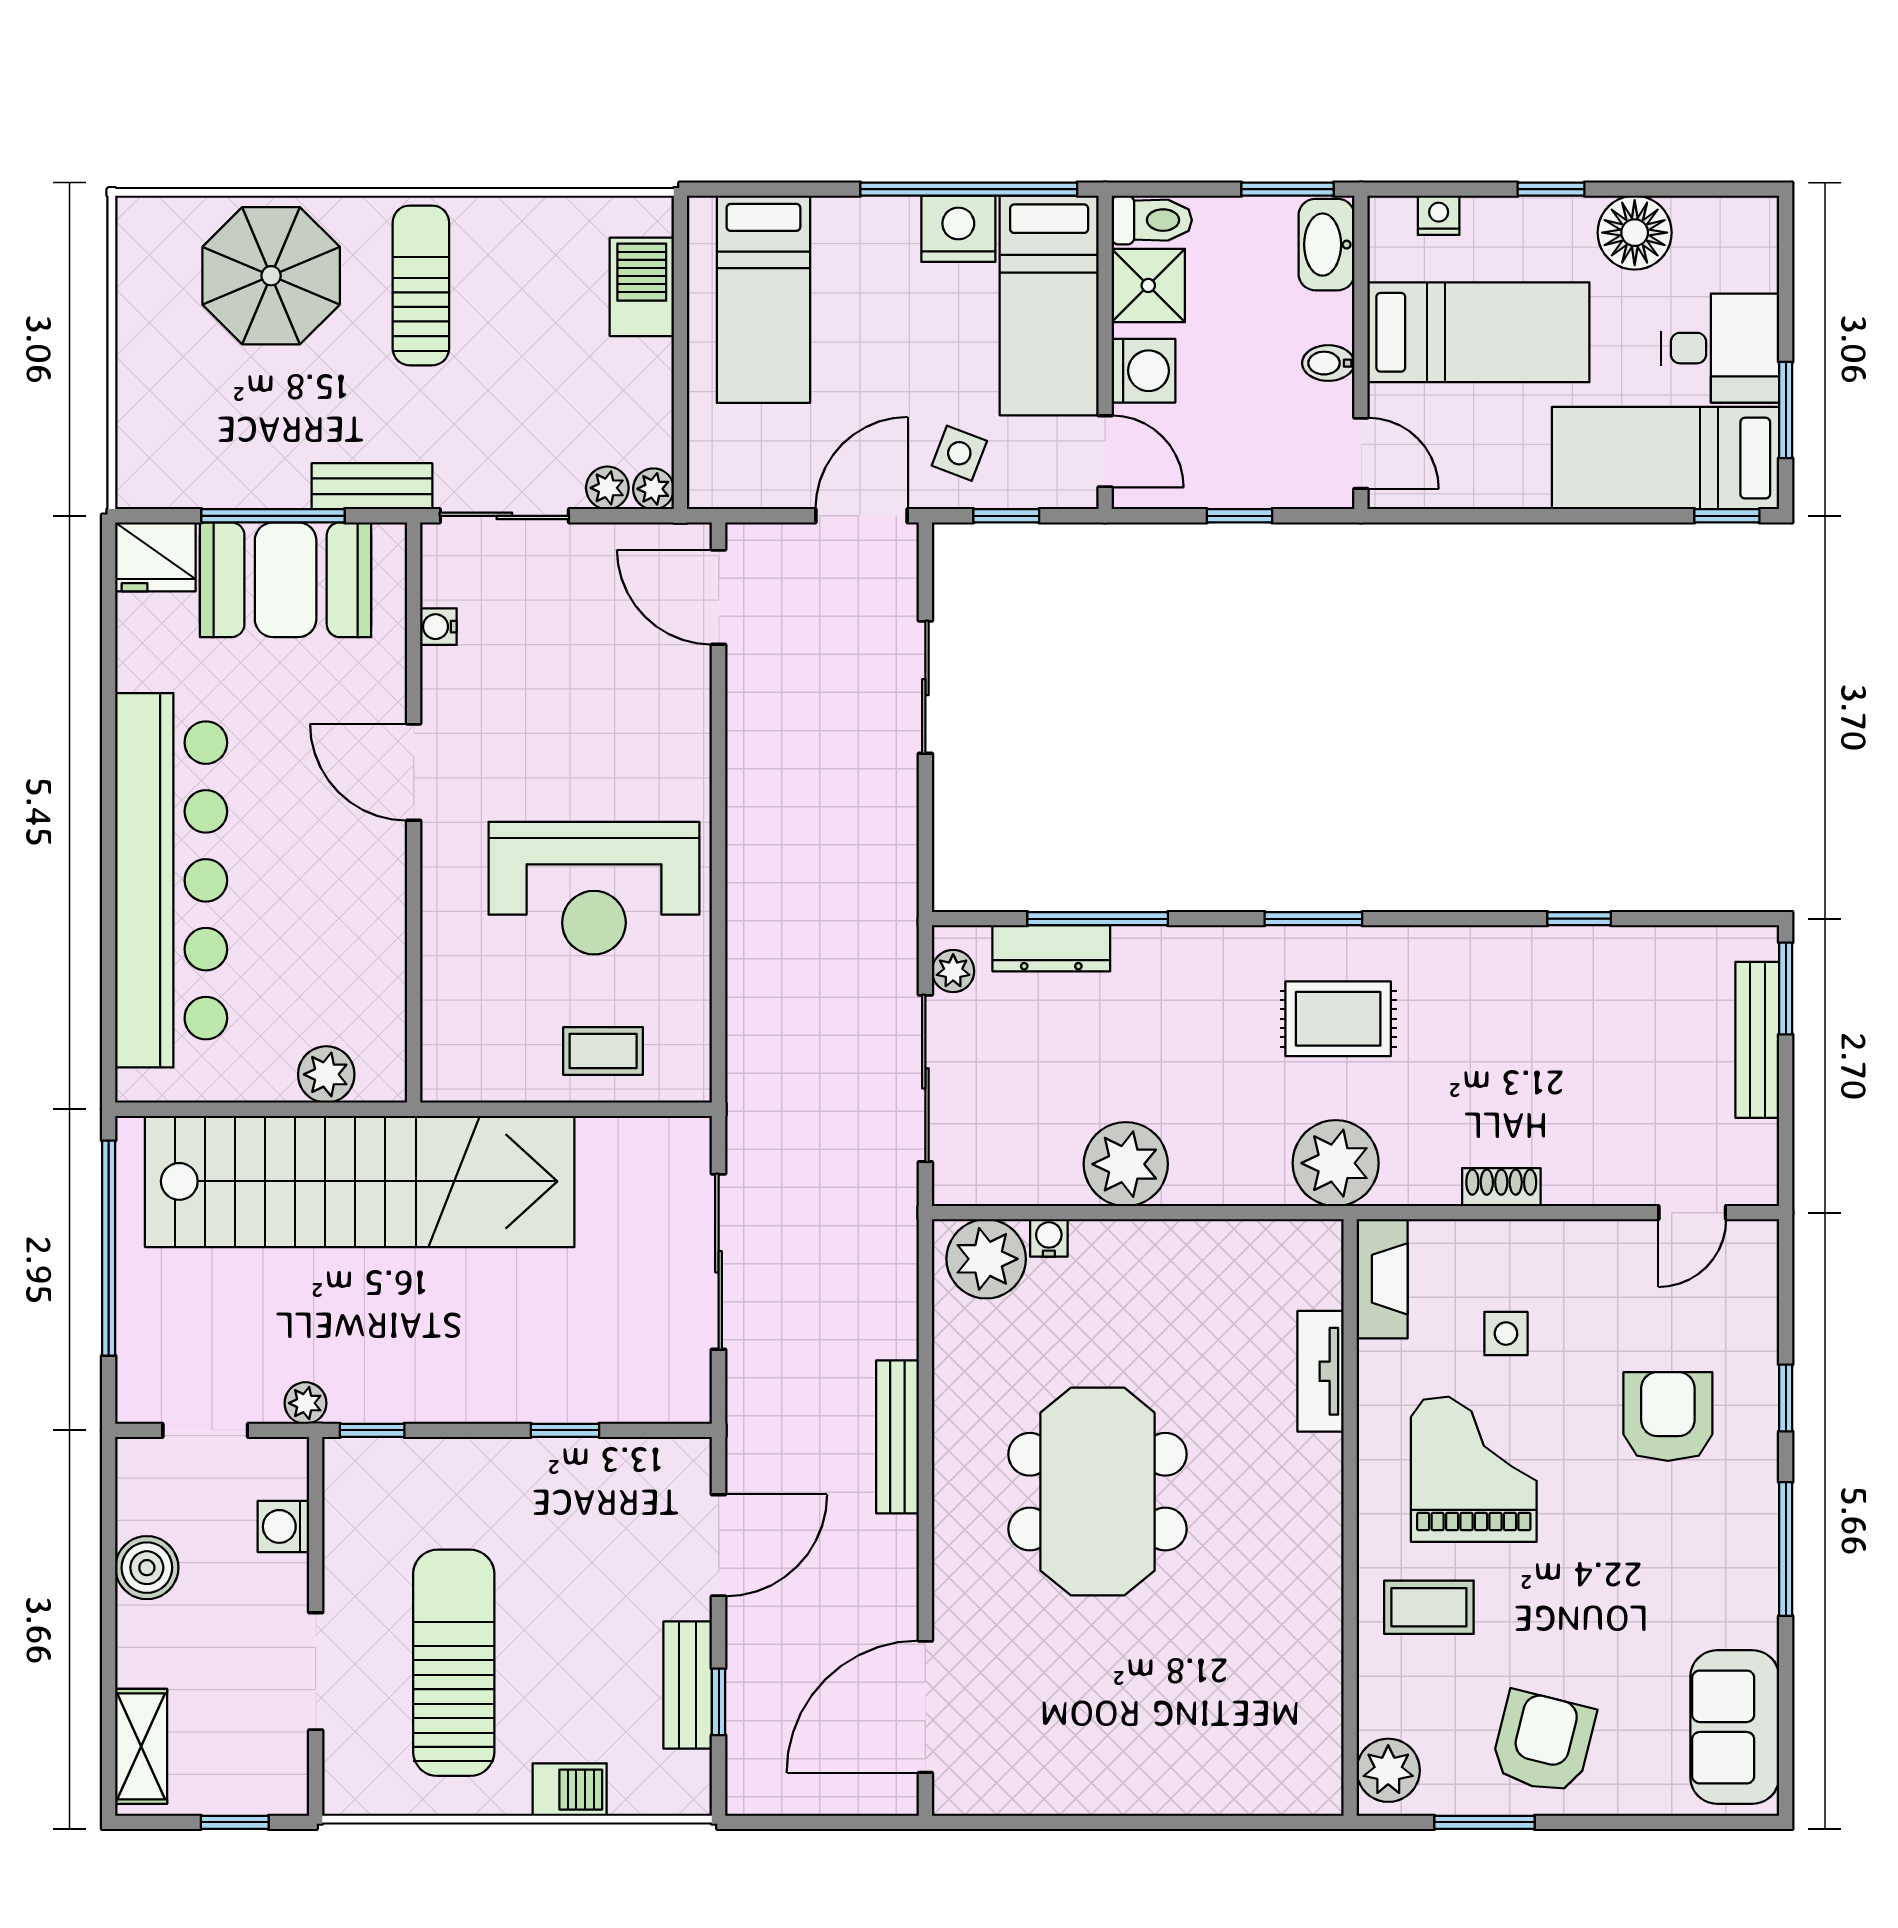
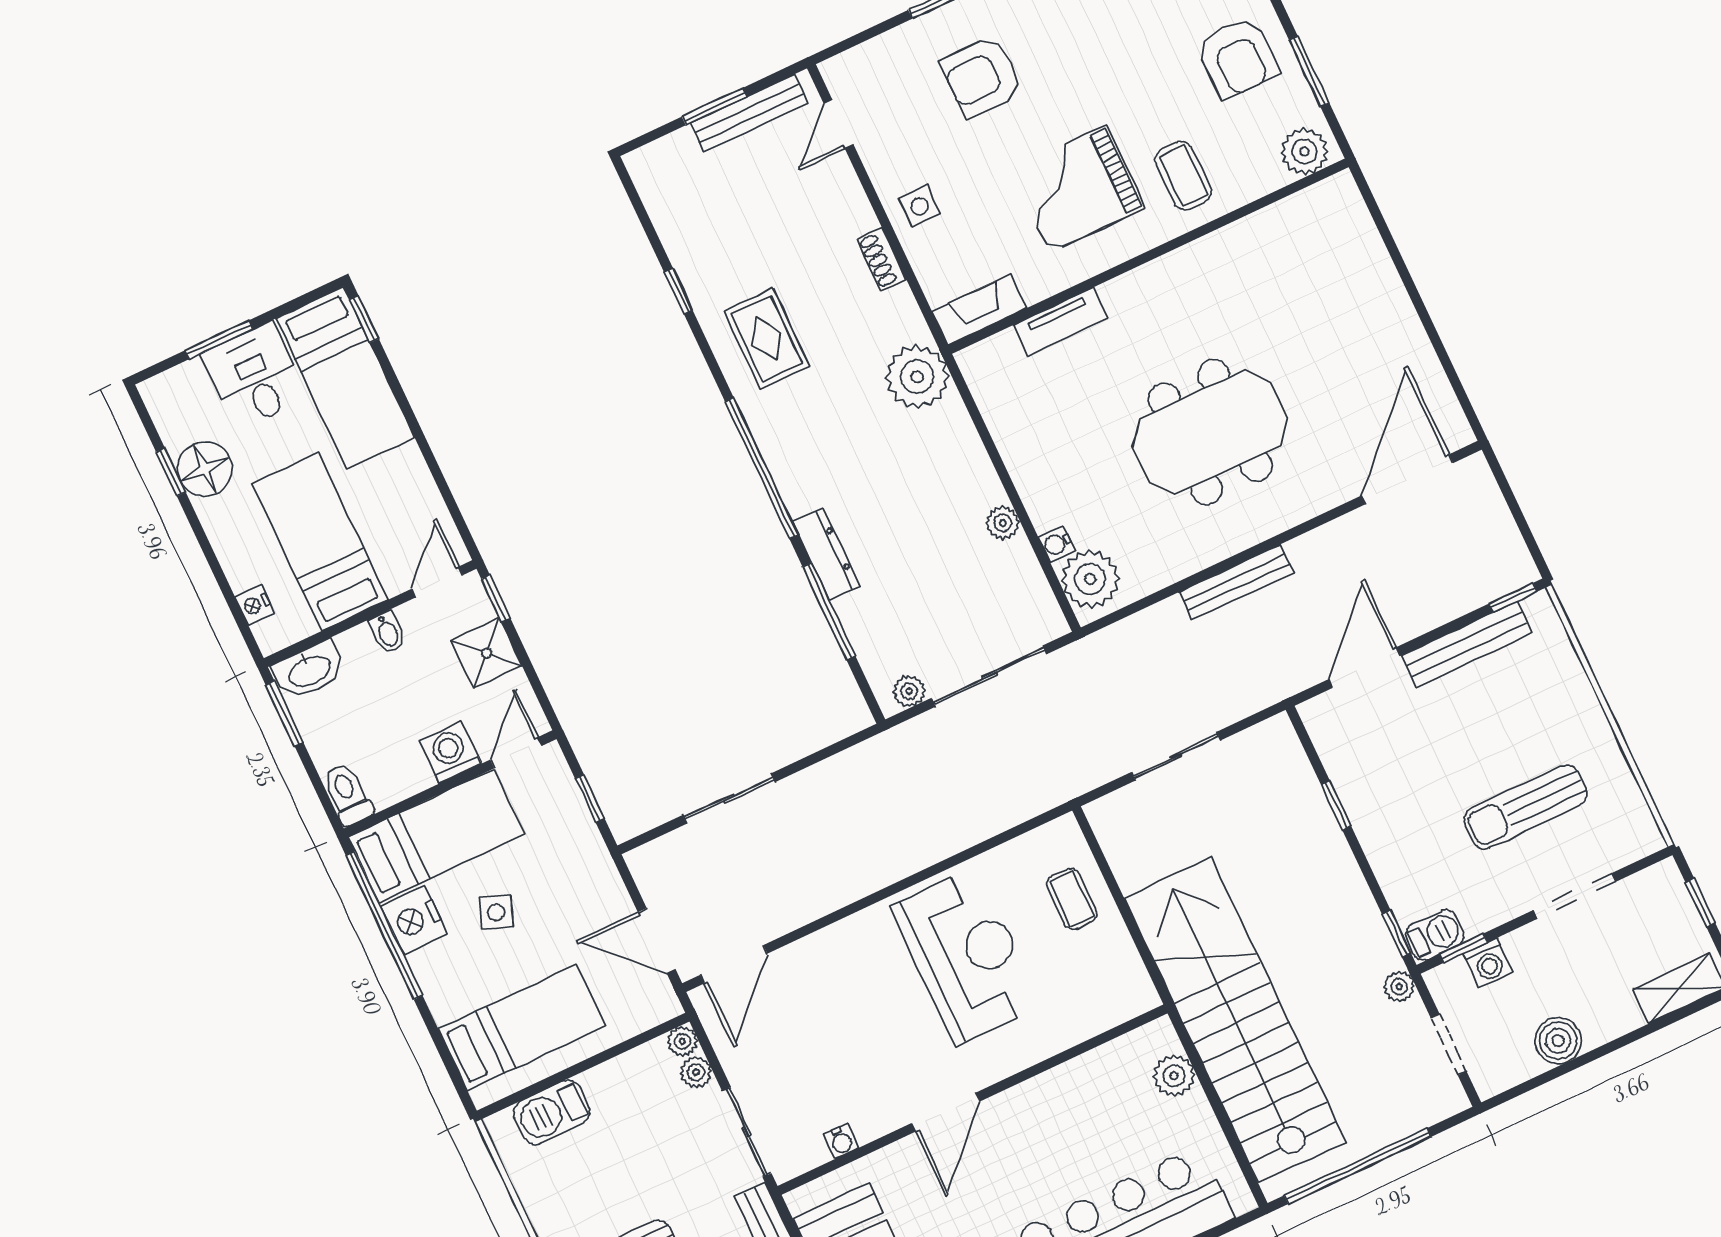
window: (1551, 189) -> (171, 472), moved
shower: (1148, 285) -> (486, 653), moved
window: (1786, 410) -> (219, 340), moved
side table: (959, 453) -> (496, 912), moved
door: (862, 516) -> (657, 941), moved
window: (1240, 516) -> (496, 599), moved
window: (1313, 919) -> (762, 468), width x2.11
dresser: (1051, 948) -> (826, 554), moved
window: (1786, 988) -> (714, 106), moved
rug: (1338, 1019) -> (767, 339), moved
bench: (1757, 1040) -> (749, 113), moved
plant: (1126, 1164) -> (1003, 523), width x0.53, depth x0.53
door: (1692, 1213) -> (839, 124), swing flipped
sliding door: (719, 1262) -> (1176, 756), width x0.73
side table: (1506, 1334) -> (920, 206), moved
window: (316, 1505) -> (1464, 948), added
door: (719, 1545) -> (1365, 667), hinge flipped
sun lounger: (454, 1663) -> (1525, 807), width x0.73, depth x0.75
bench: (688, 1685) -> (1467, 644), width x1.36
window: (719, 1702) -> (1513, 598), moved
door: (925, 1707) -> (1407, 479), swing flipped
armchair: (1543, 1742) -> (1237, 57), turned -104
barbecue: (570, 1790) -> (1435, 935), moved, turned 90

